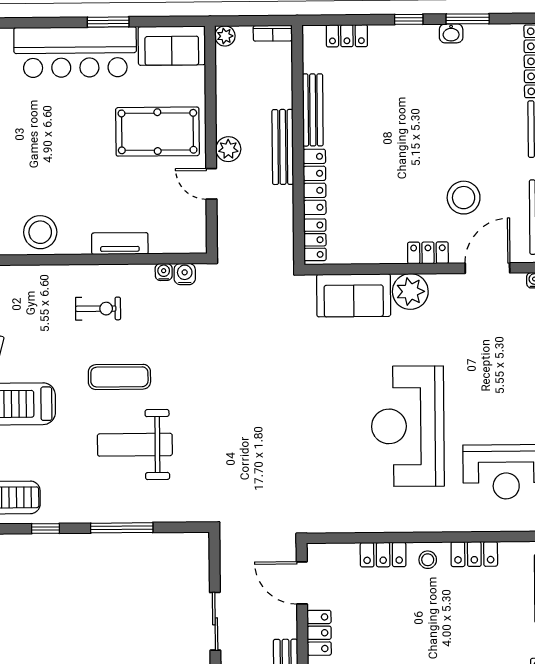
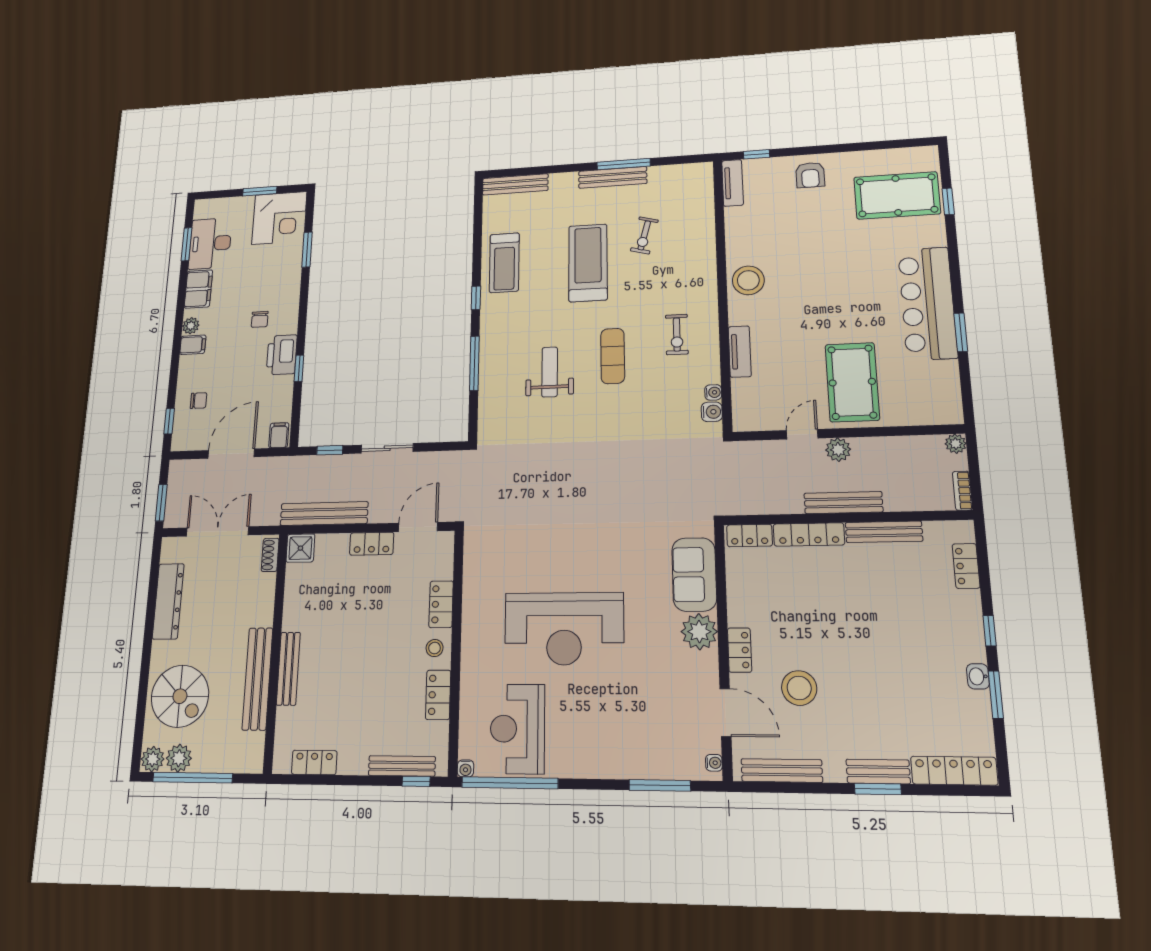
sofa: (172, 46) -> (941, 393), removed
reception desk: (408, 426) -> (564, 629), turned 180
weight bench: (135, 445) -> (550, 372), width x0.73, depth x0.75

